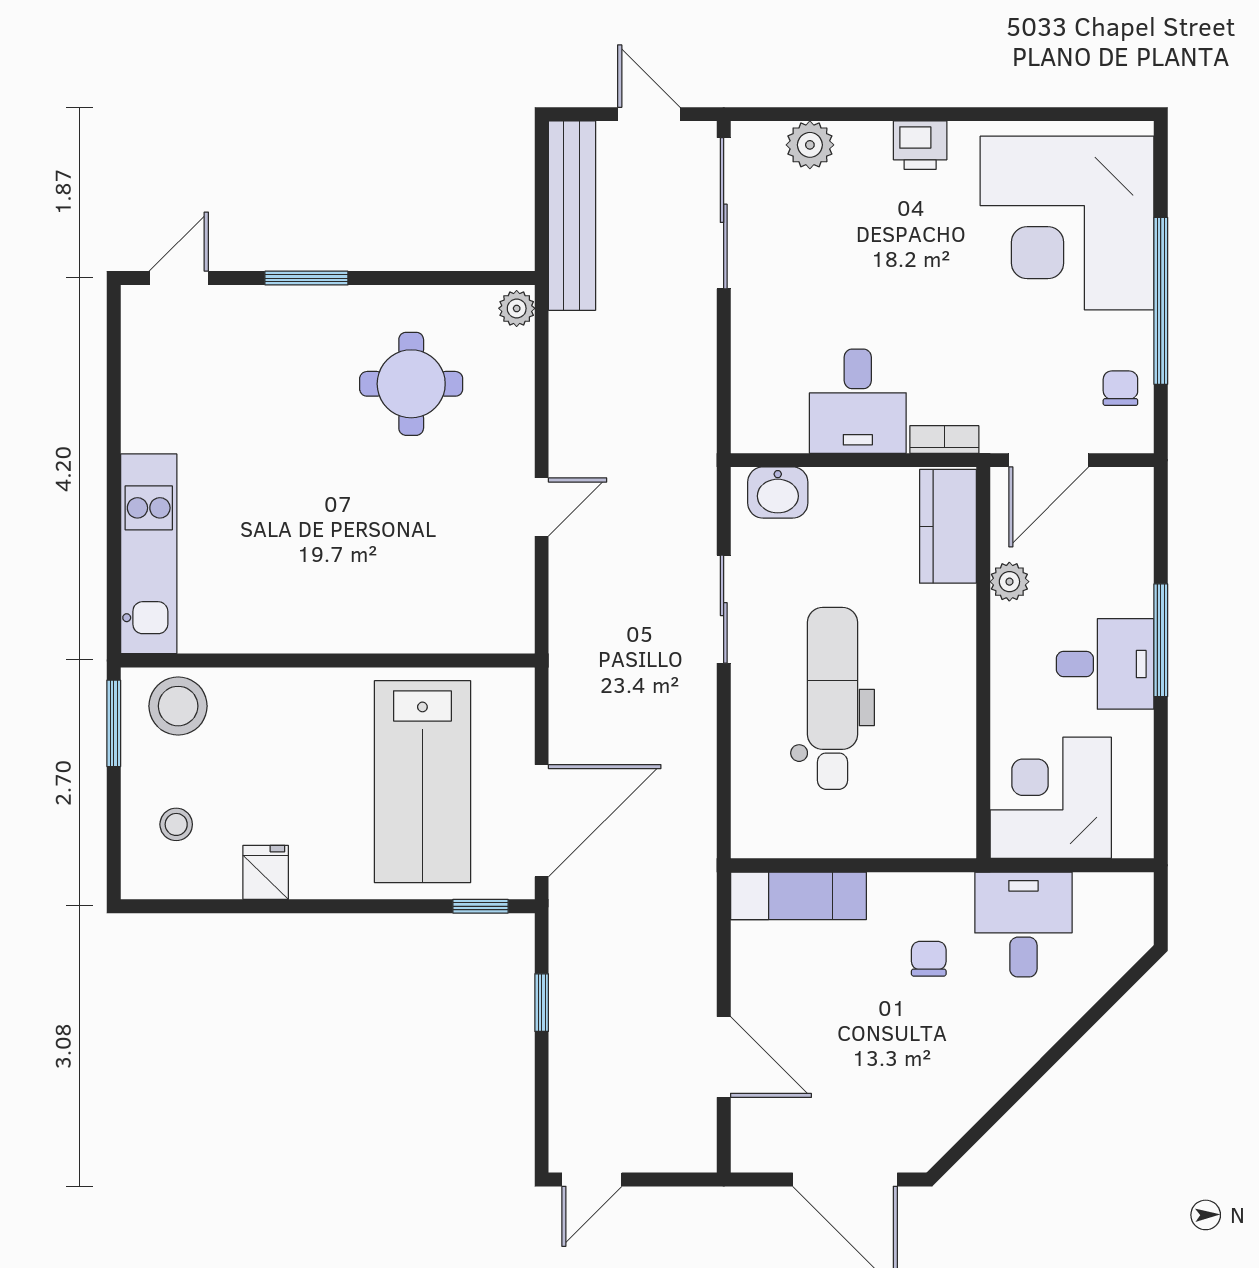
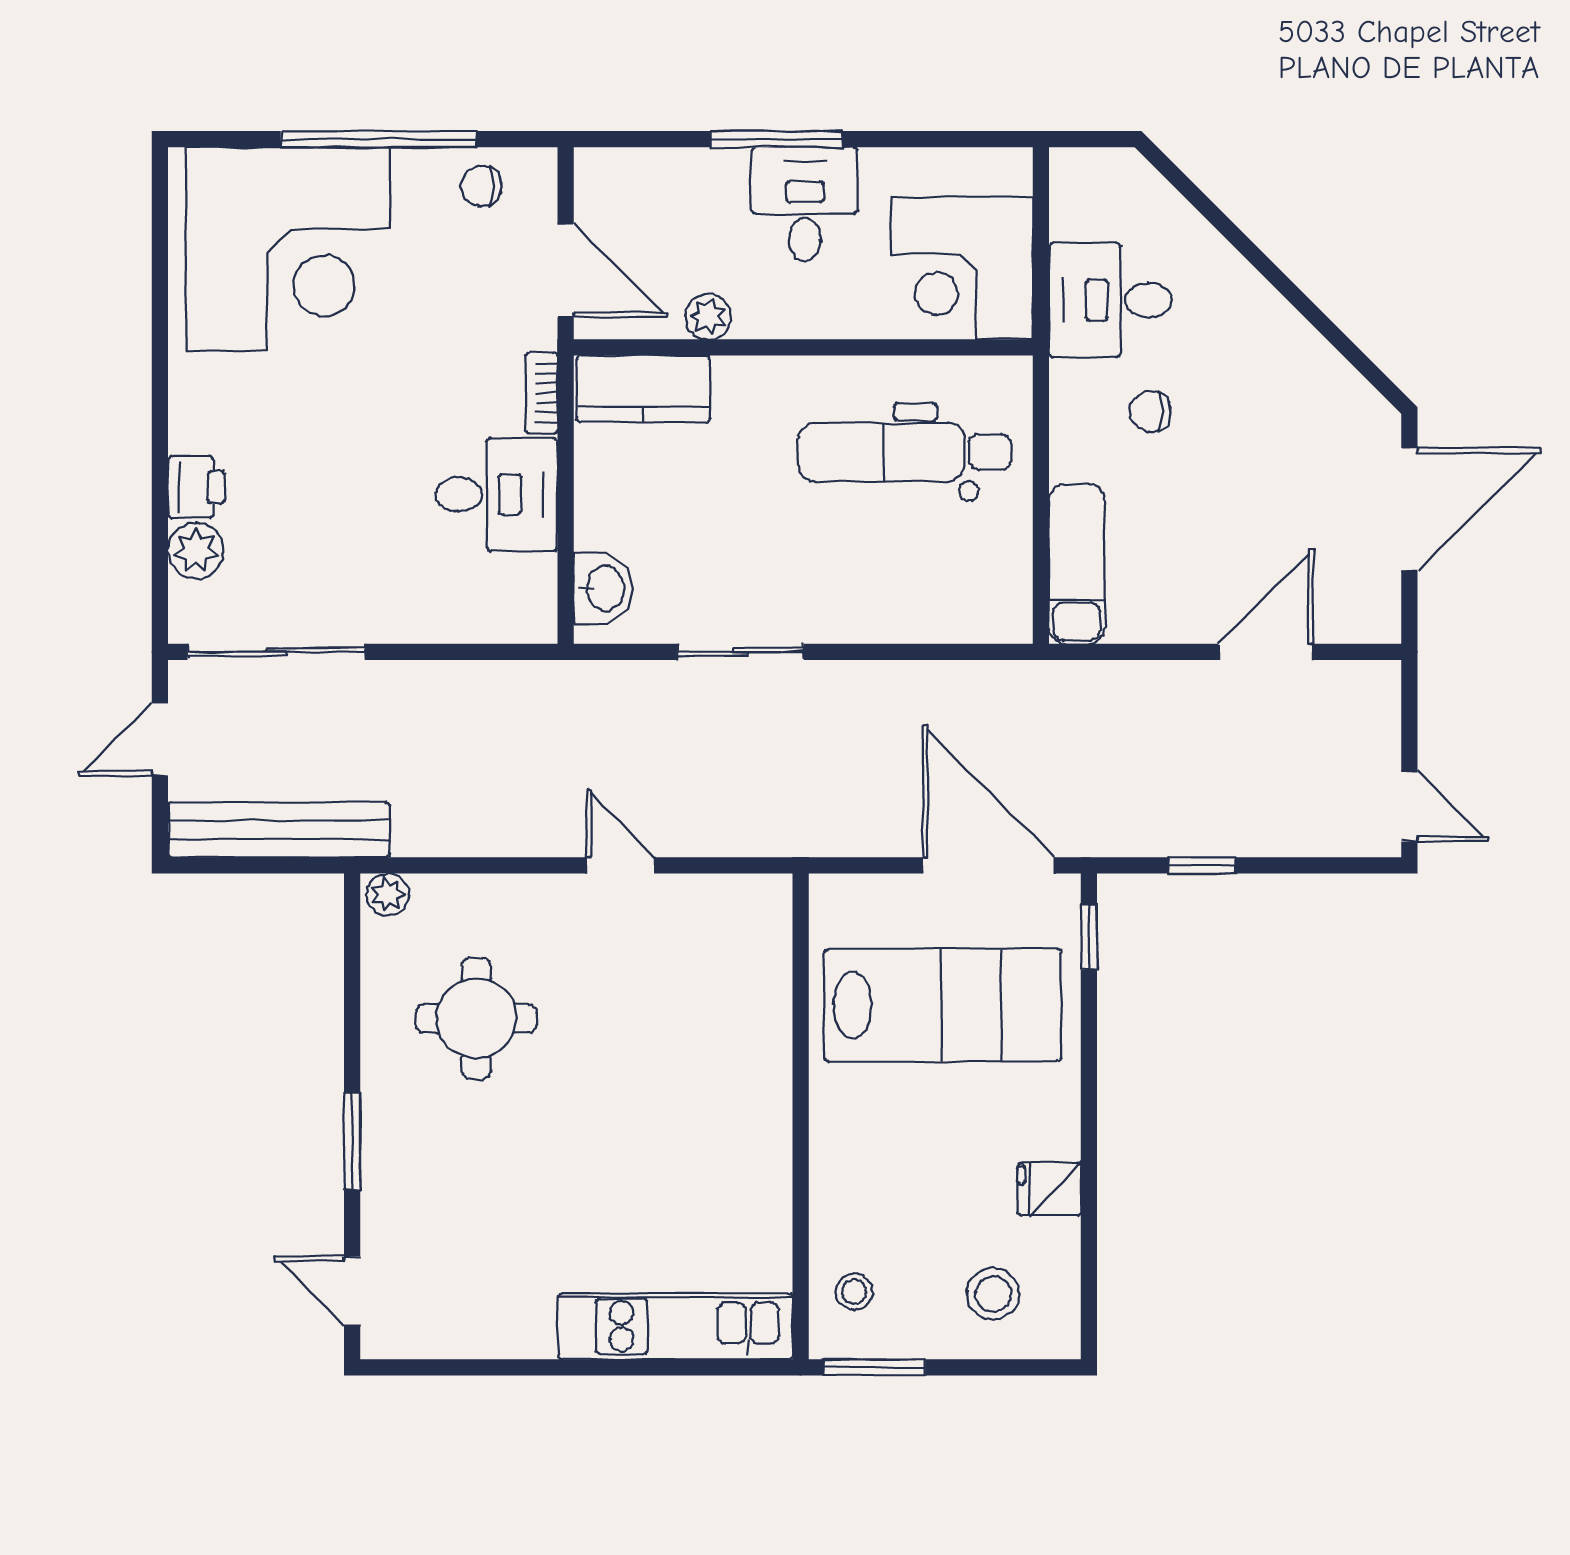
printer: (920, 145) -> (196, 487), moved
dental chair: (833, 698) -> (905, 452), moved
stool: (178, 706) -> (854, 1292), width x0.53, depth x0.53
stool: (176, 824) -> (993, 1294), width x1.37, depth x1.37

